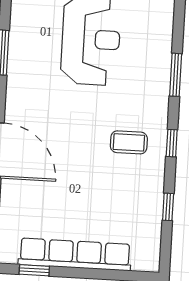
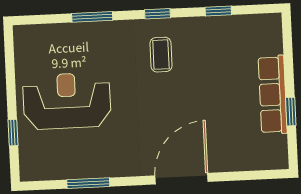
row of seats: (75, 254) -> (273, 95), width x0.73
window: (34, 270) -> (291, 112), moved

